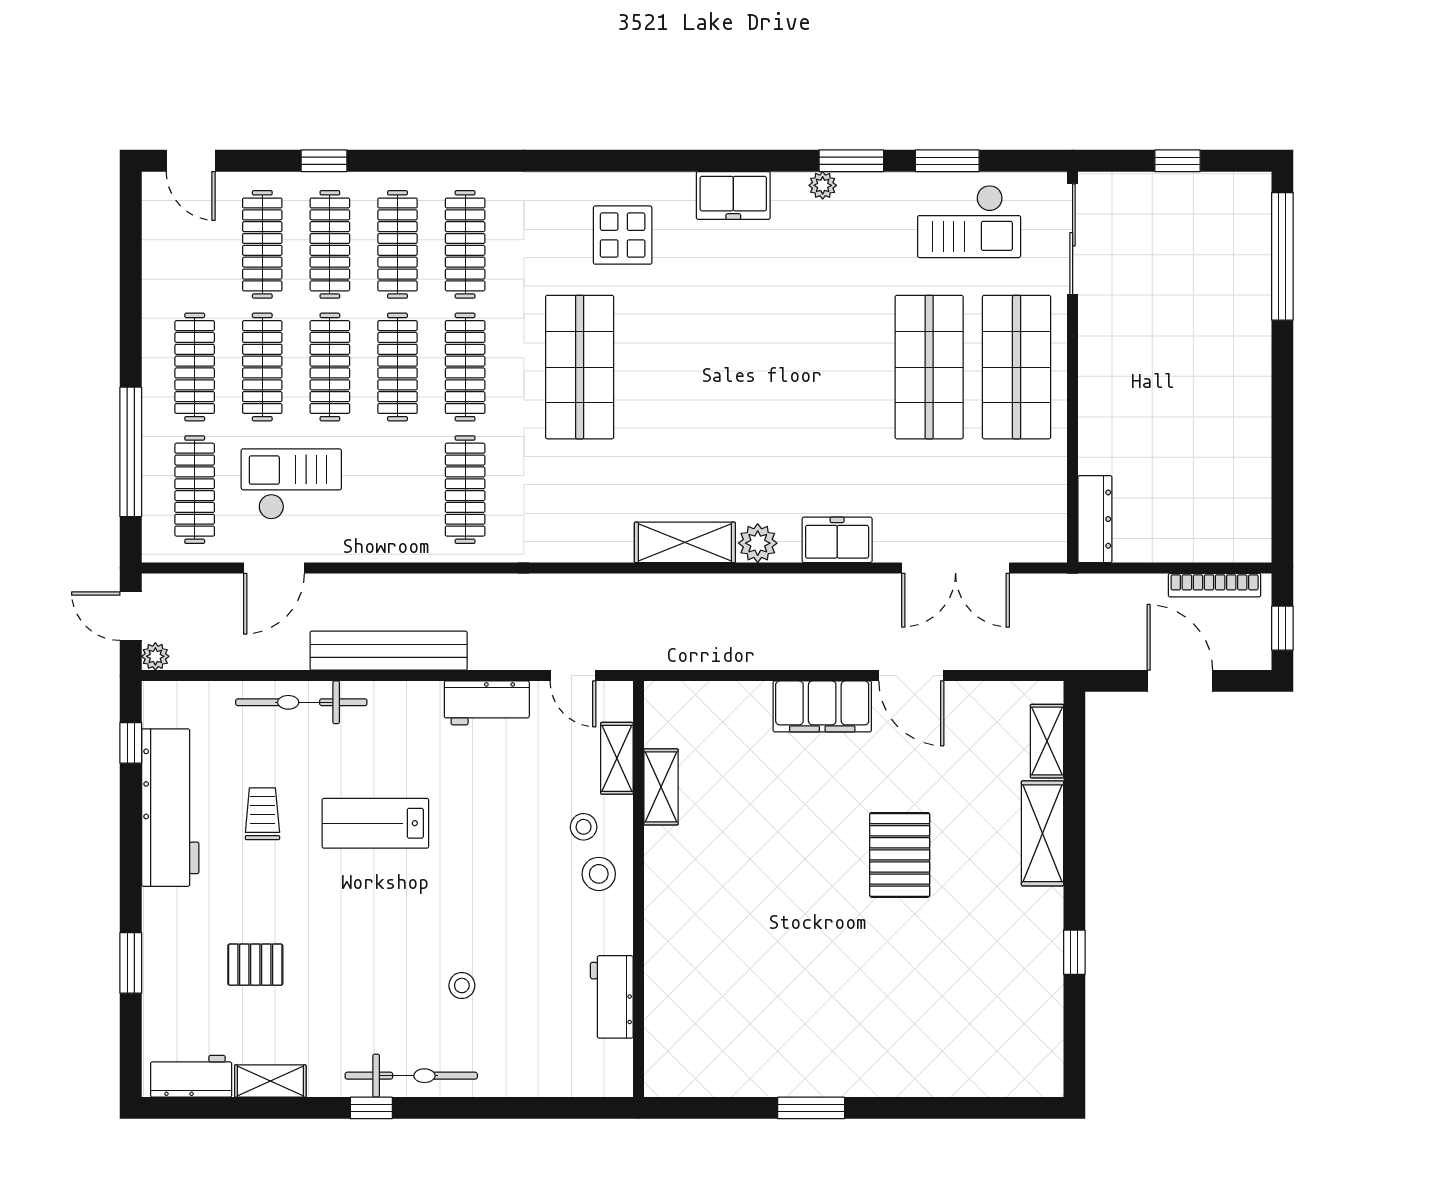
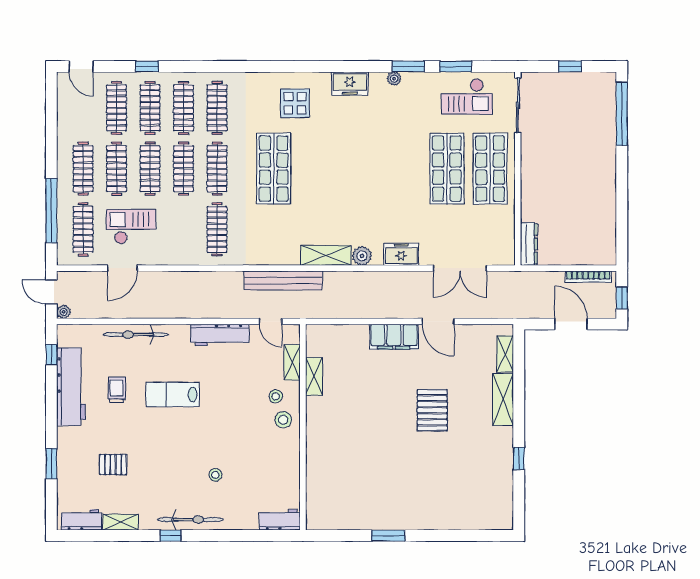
bench: (389, 651) -> (283, 280), moved
workbench: (487, 703) -> (220, 335), width x1.38
workbench: (612, 997) -> (280, 520), moved, turned 90

